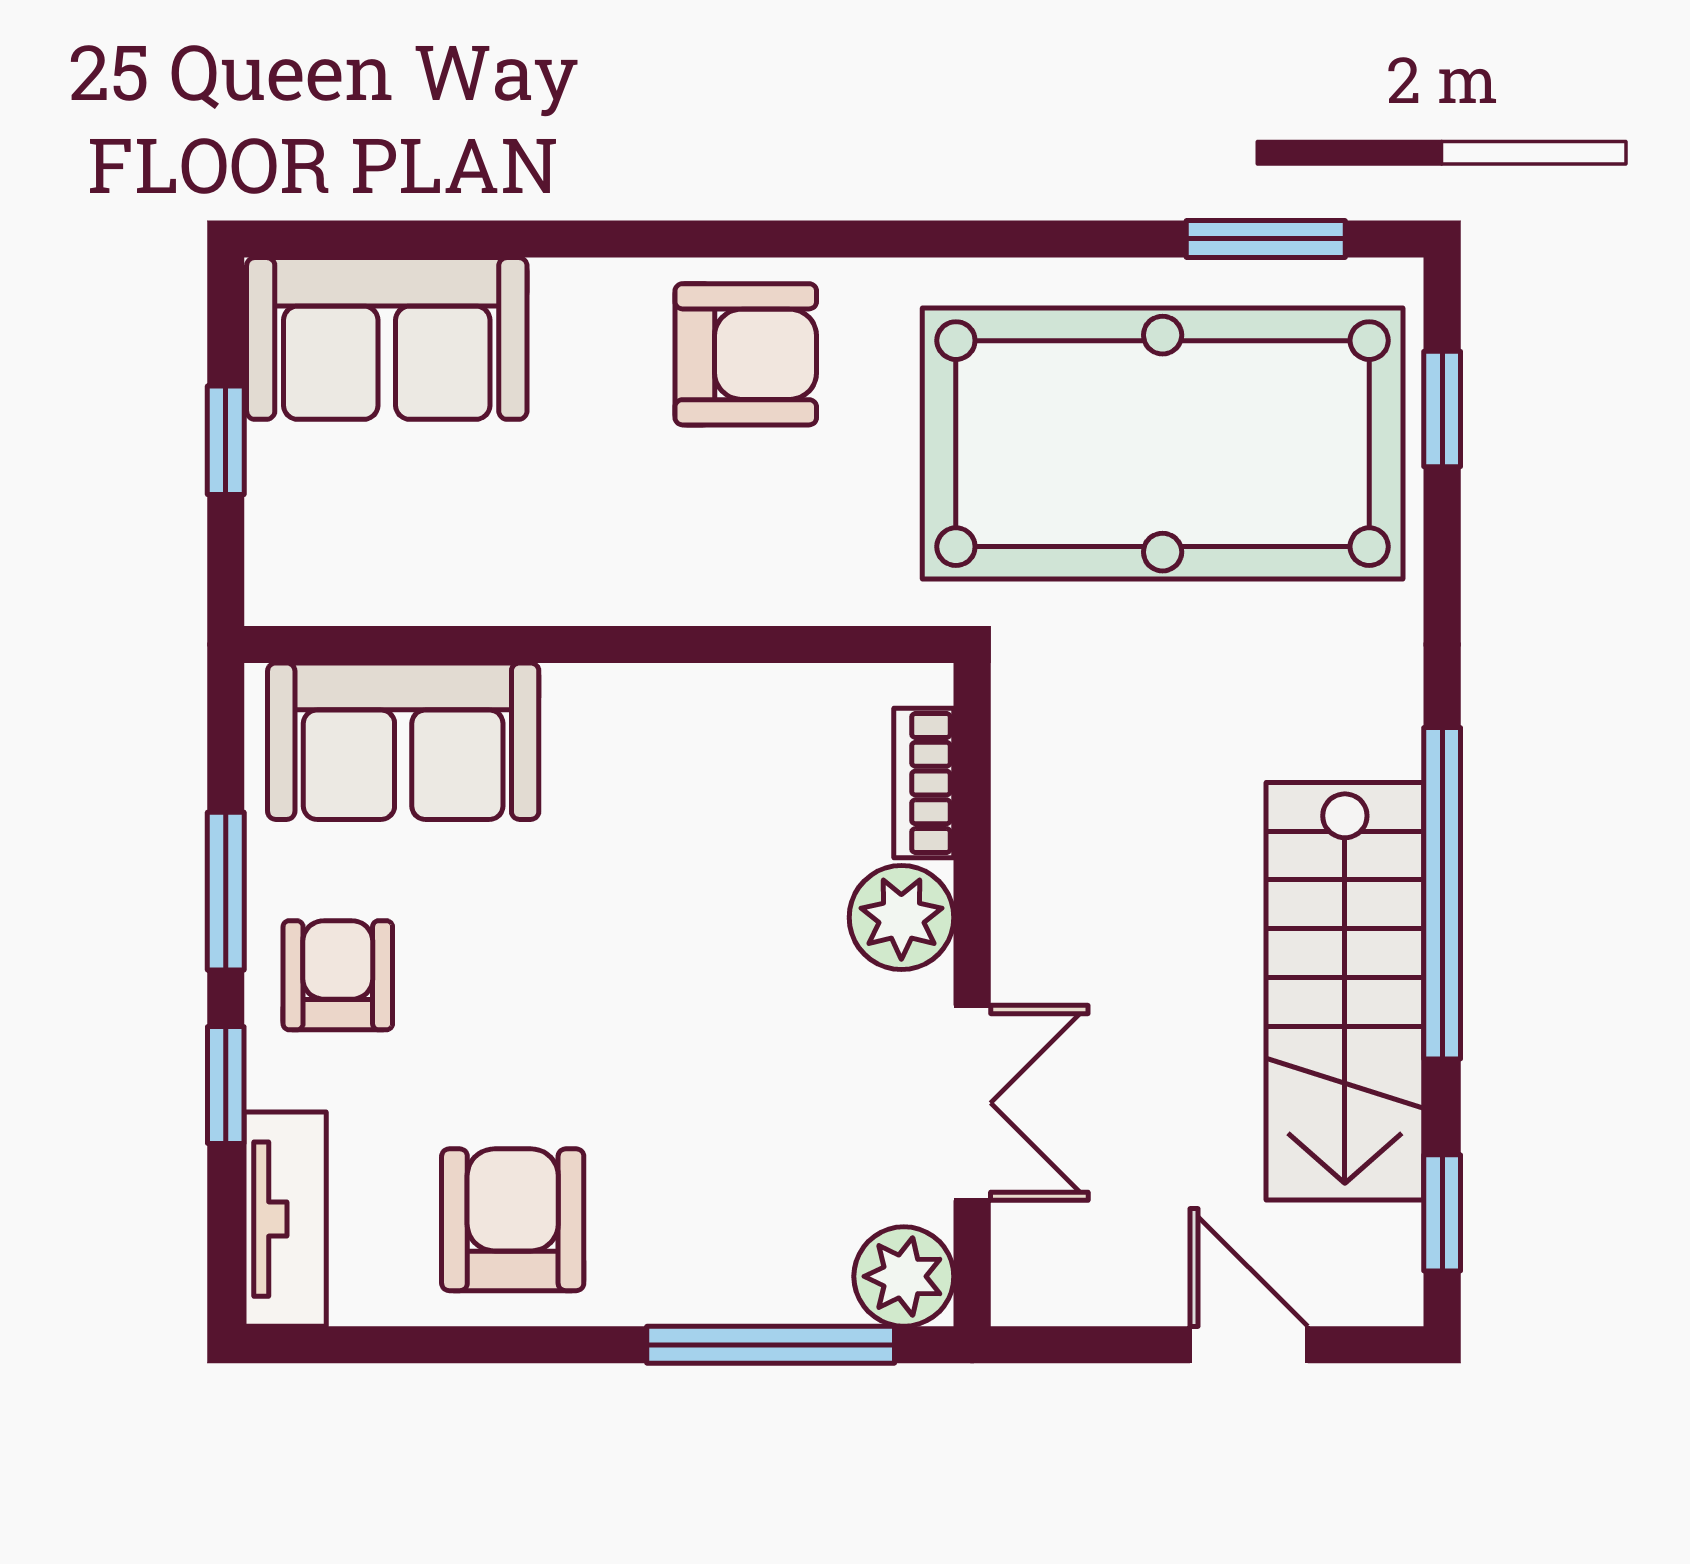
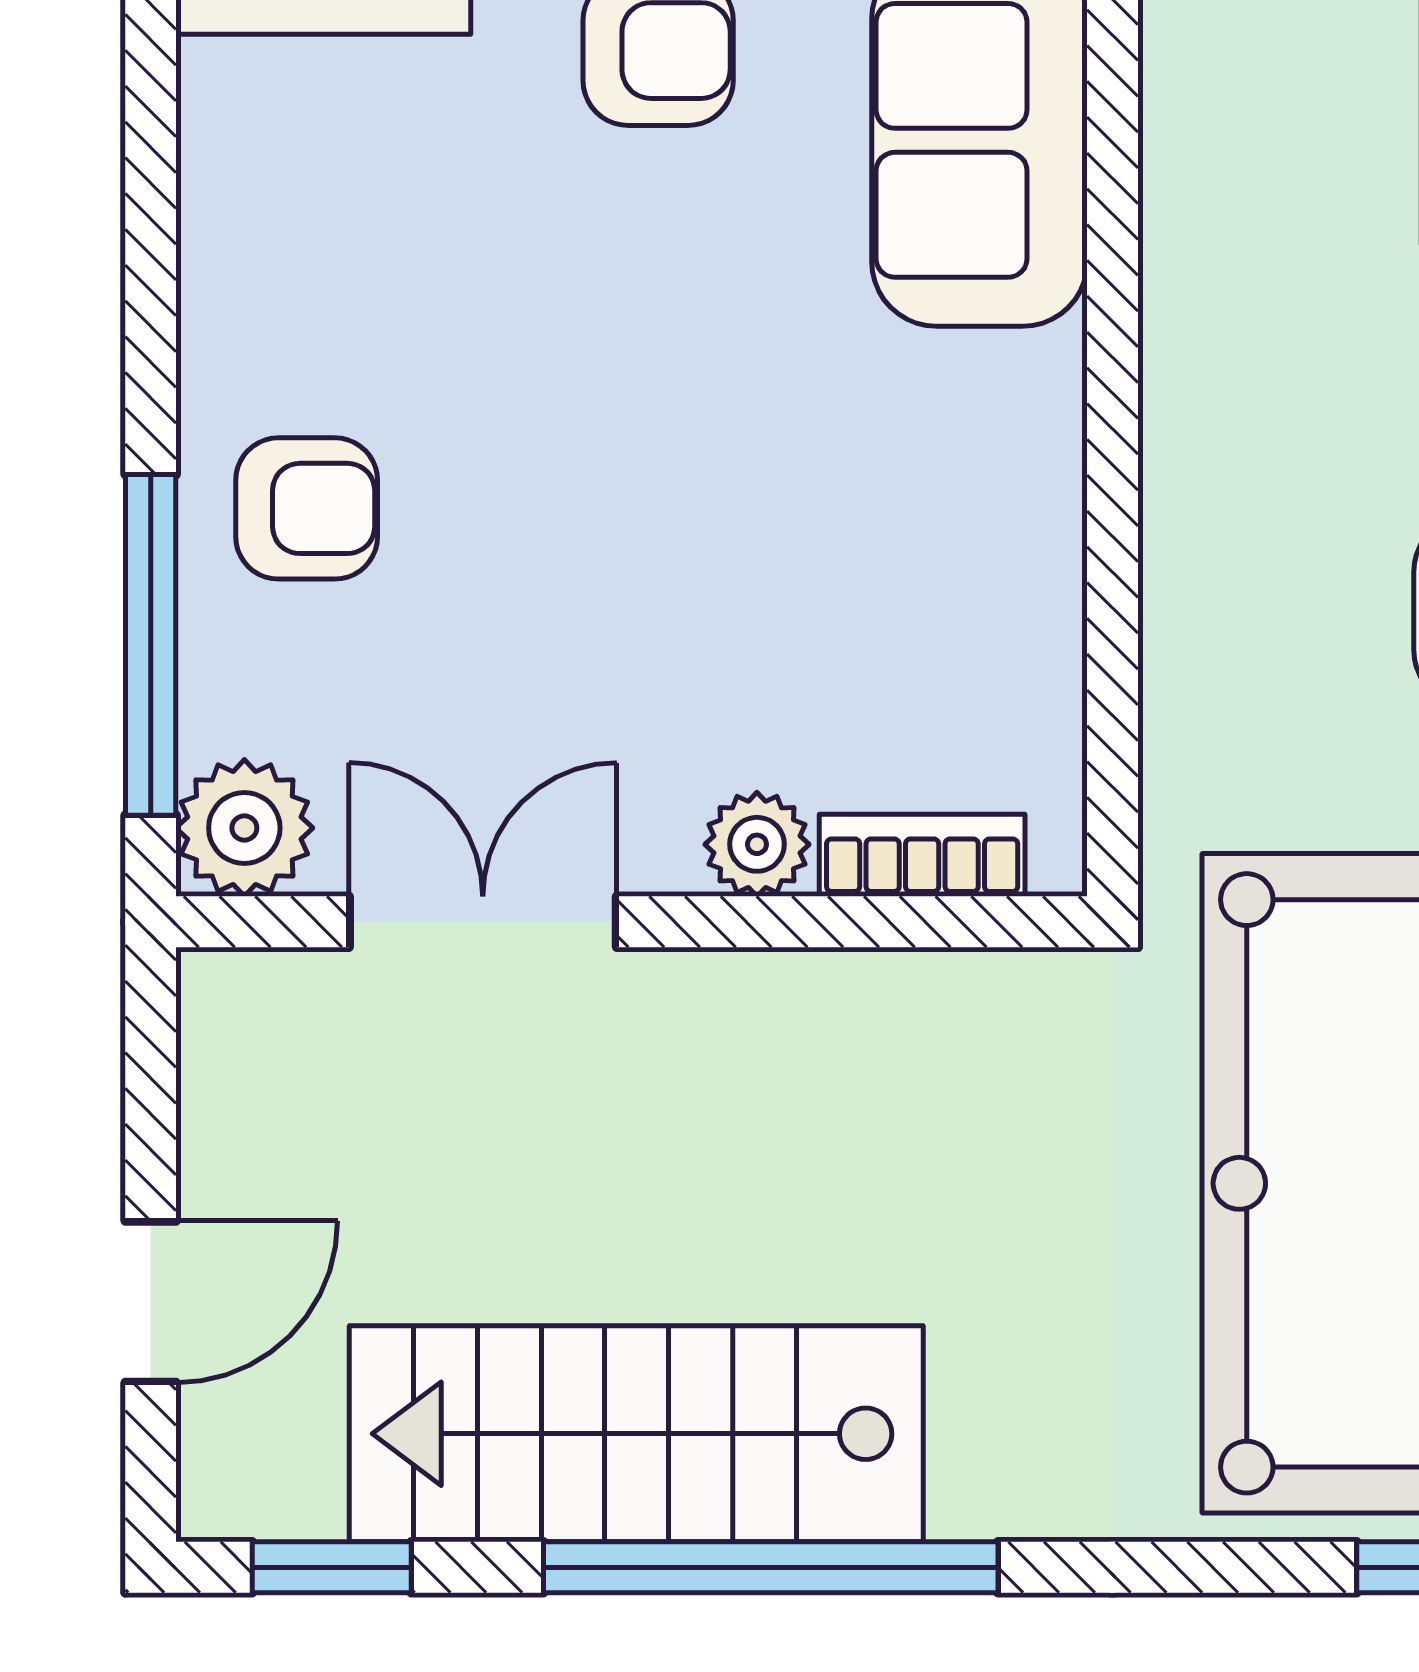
plant: (901, 918) -> (757, 844), width x0.73, depth x0.73
double door: (972, 1103) -> (483, 922), swing flipped
armchair: (513, 1220) -> (307, 508), moved, width x0.72, depth x0.72

